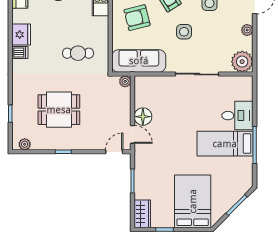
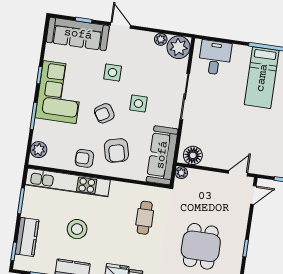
plant: (247, 30) -> (161, 39), moved
desk: (237, 116) -> (215, 58), moved
floor lamp: (143, 117) -> (193, 155), moved
door: (114, 152) -> (253, 195), swing flipped

